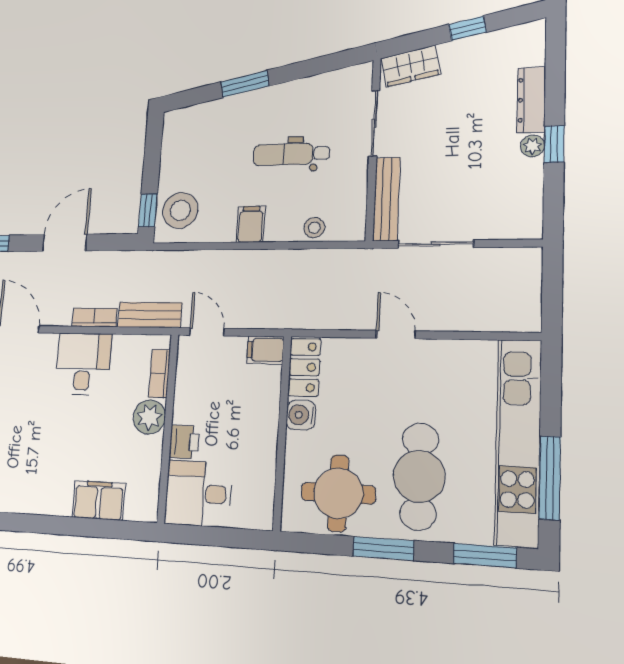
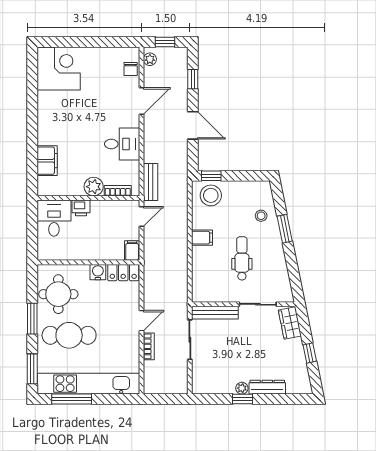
stool: (314, 228) -> (261, 216), moved
bookcase: (95, 317) -> (149, 346), moved

